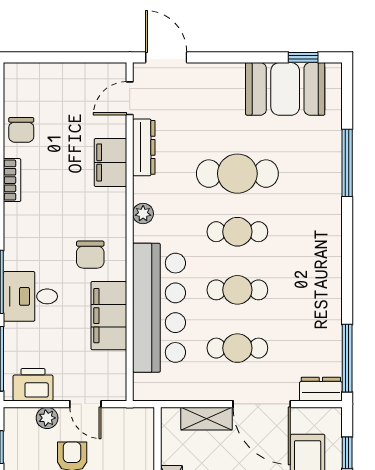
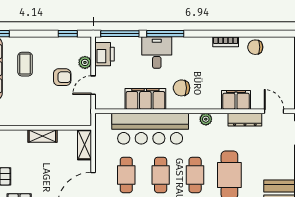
shelving: (207, 419) -> (84, 145), moved

